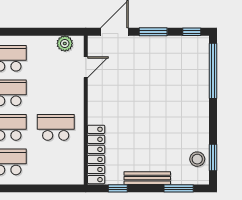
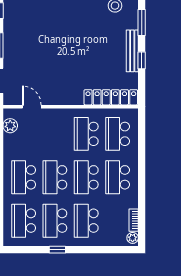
school desk: (56, 162) -> (118, 134), added
window: (118, 188) -> (142, 60), moved

